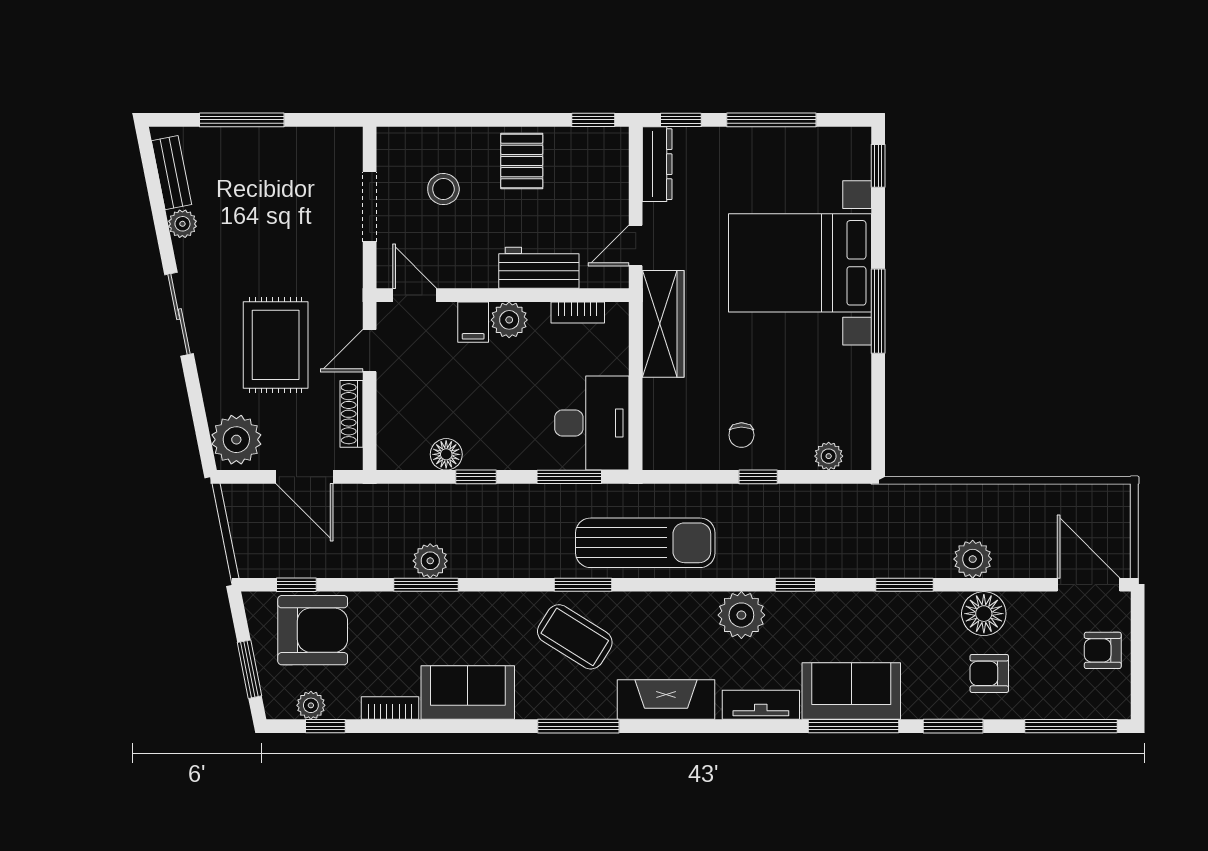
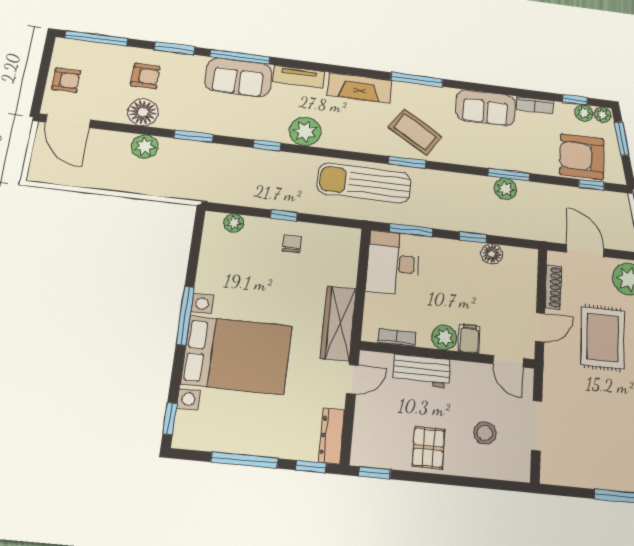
plant: (281, 706) -> (602, 115), added

